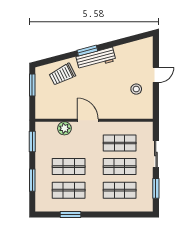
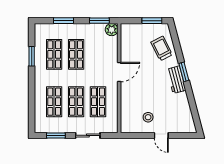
workbench: (96, 59) -> (176, 80), width x0.73
plant: (64, 128) -> (112, 30), moved

